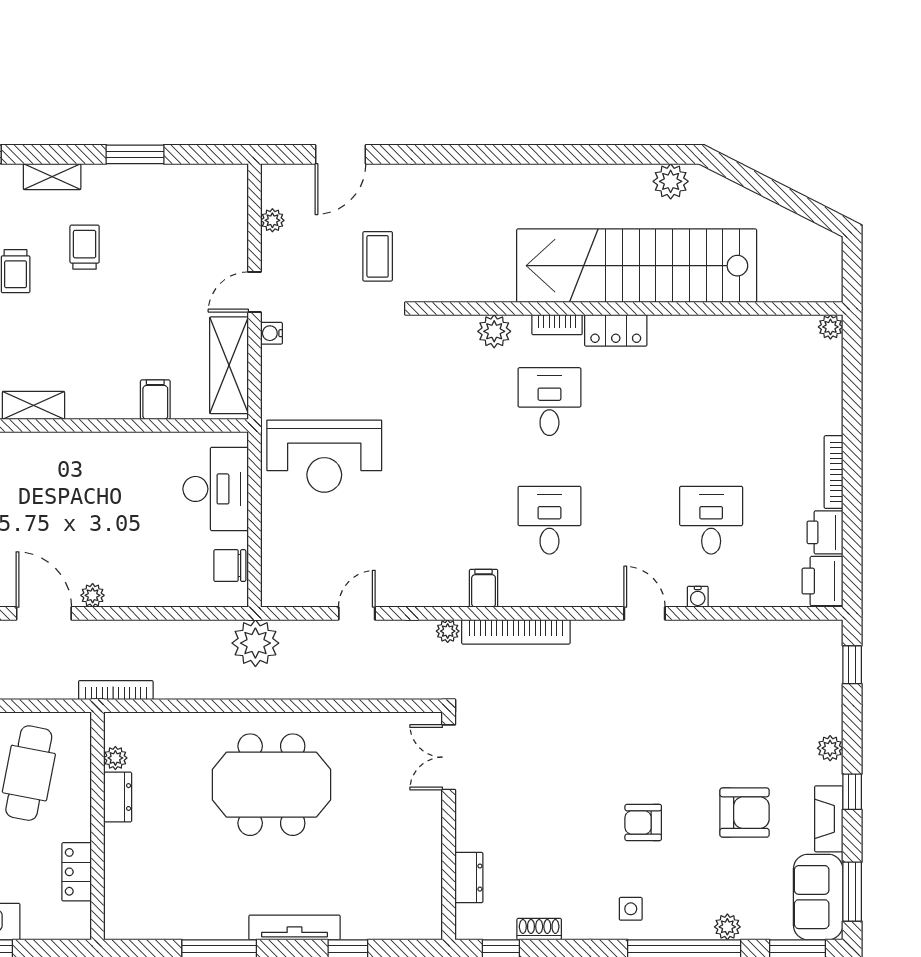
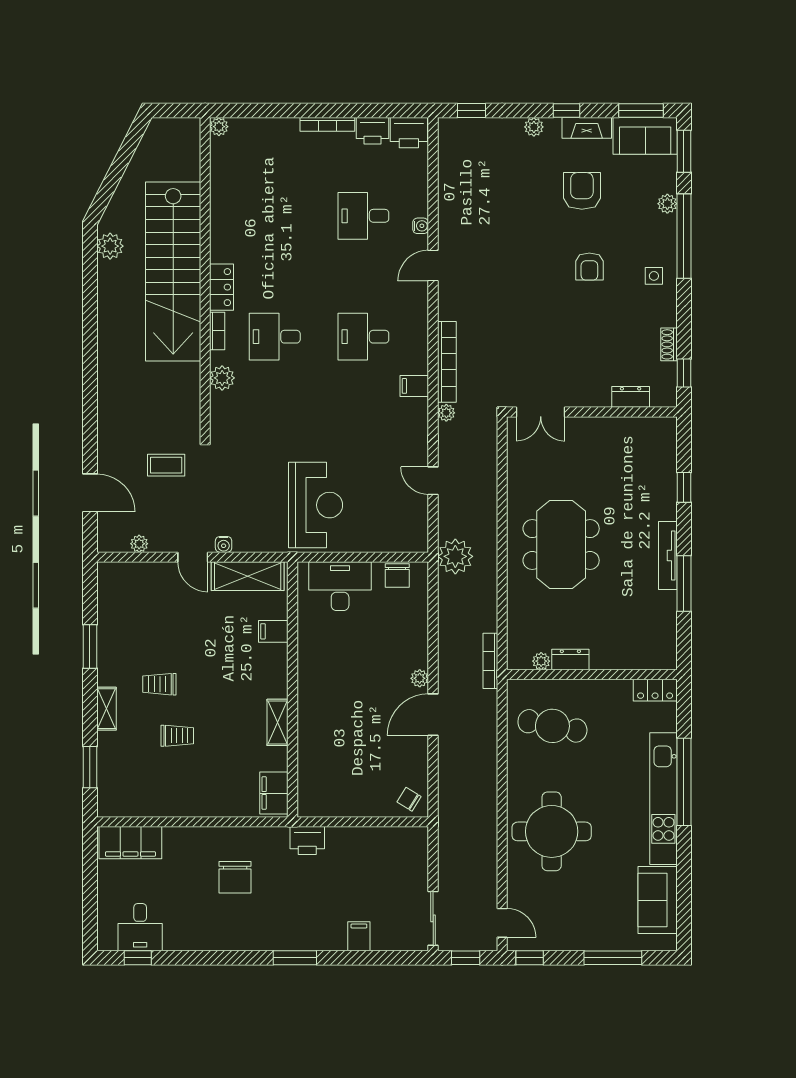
locker: (77, 872) -> (655, 690), moved
tv unit: (294, 927) -> (668, 555), moved

